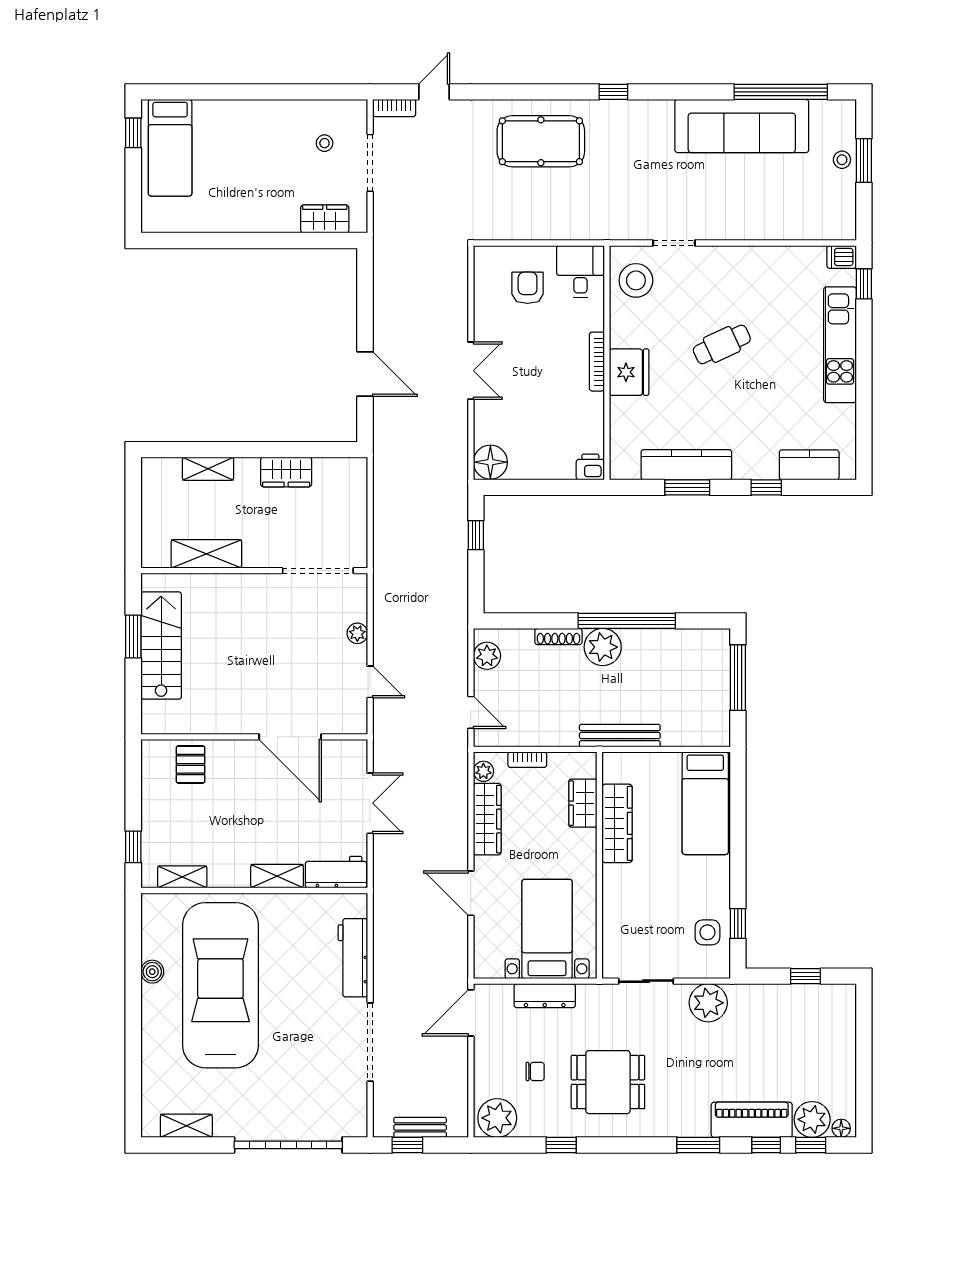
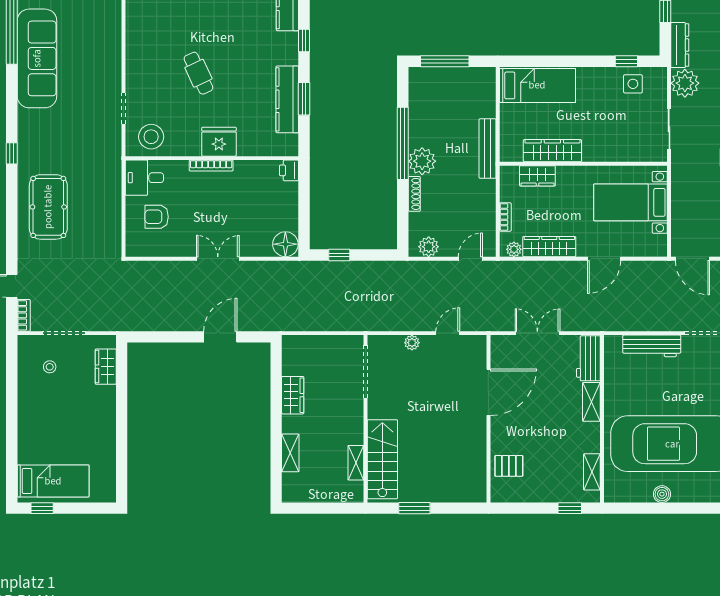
shelving: (206, 554) -> (356, 463), width x0.67, depth x0.75
stairs: (161, 646) -> (382, 459), moved, turned 90
dresser: (545, 996) -> (680, 45), moved

